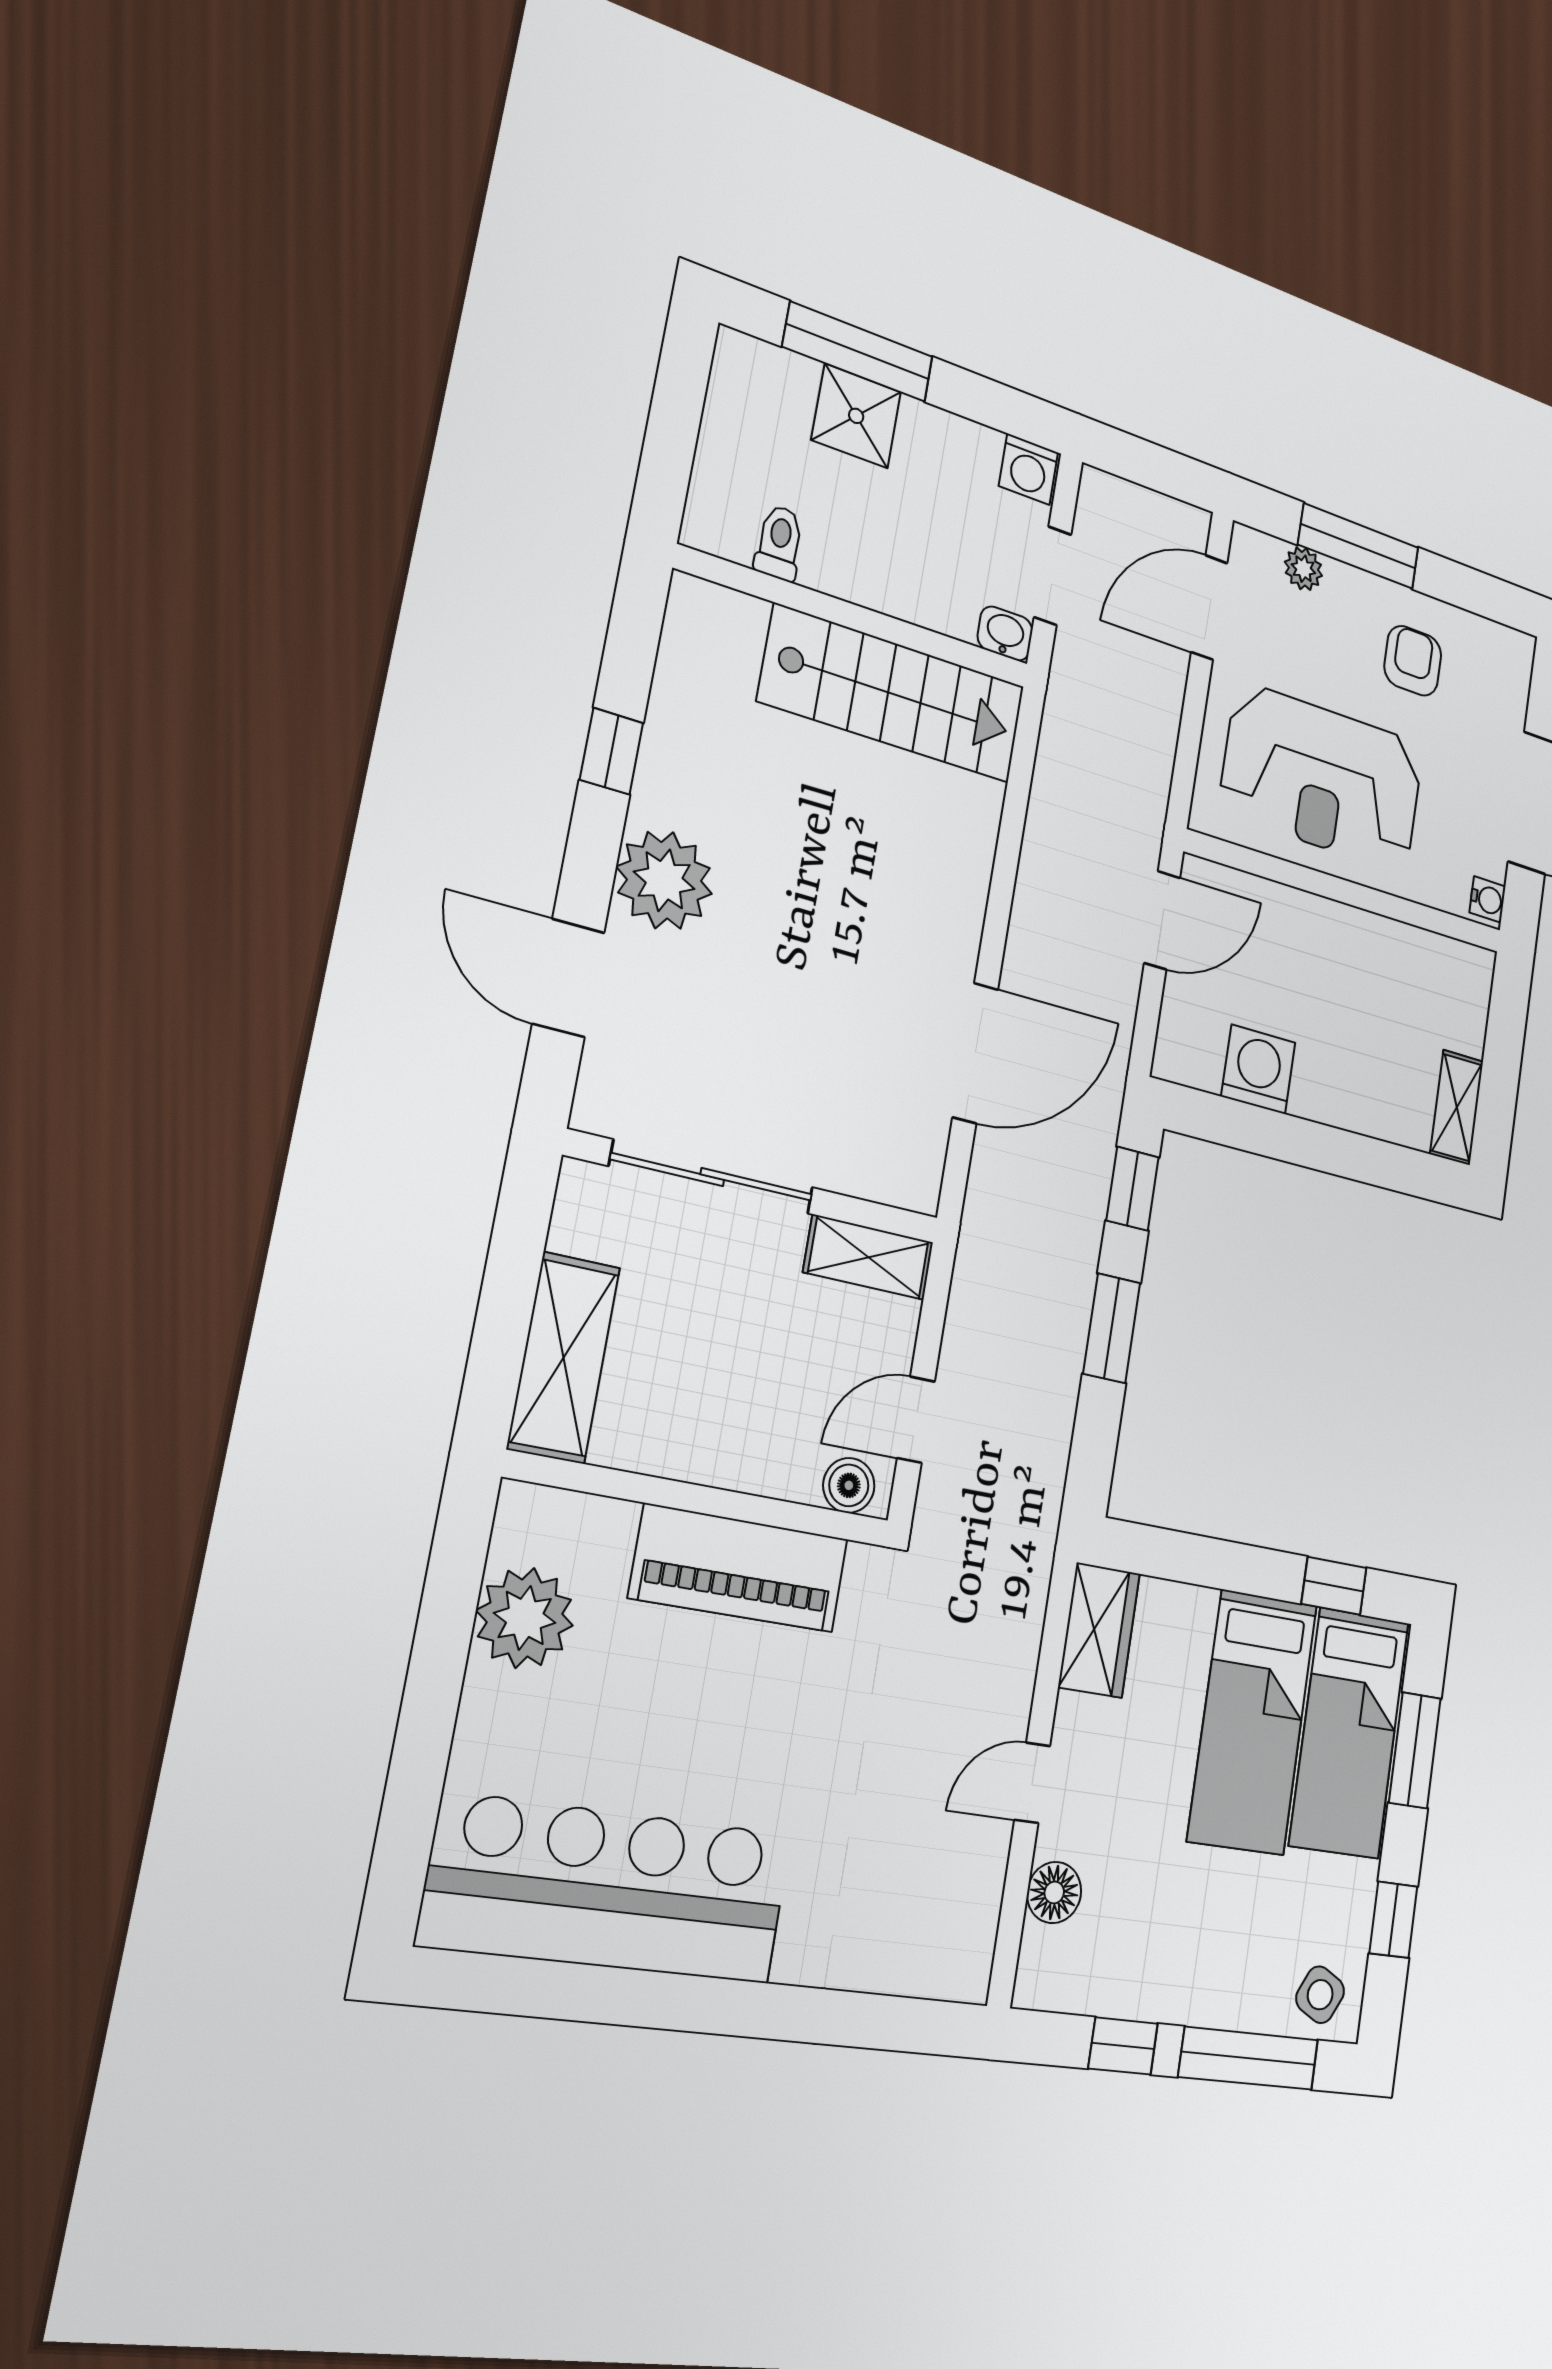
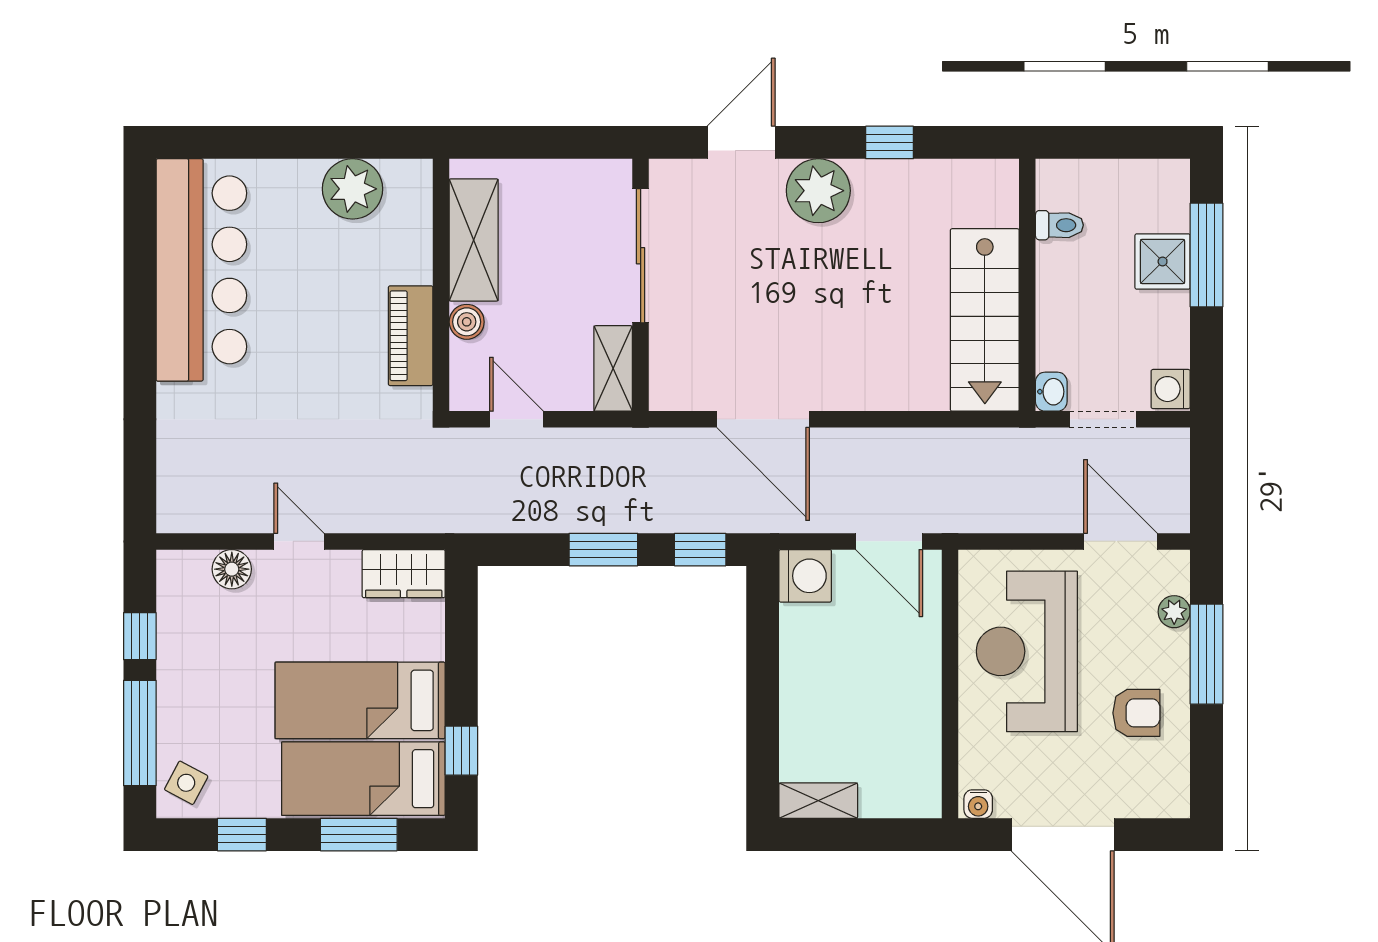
washing machine: (1258, 1069) -> (805, 576), moved
shelving: (564, 1358) -> (474, 240), moved, turned 90
boiler: (849, 1485) -> (467, 322), moved
piano: (739, 1568) -> (411, 336), width x0.73, depth x0.75

